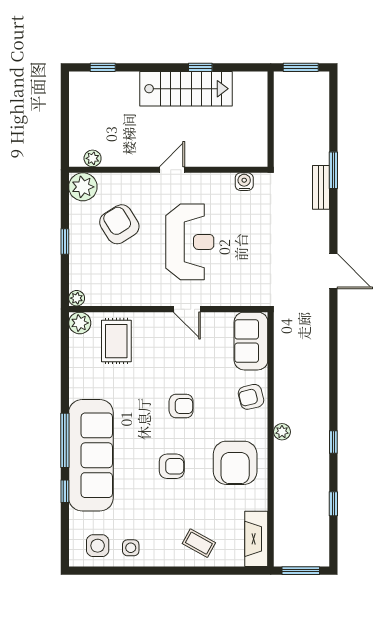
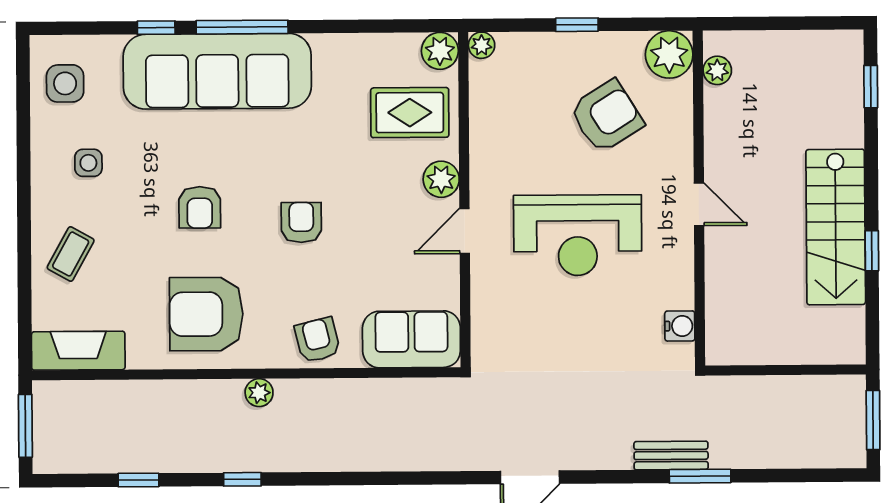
plant: (156, 323) -> (441, 179), added
armchair: (181, 406) -> (301, 222), turned 180
side table: (131, 548) -> (88, 163), moved

